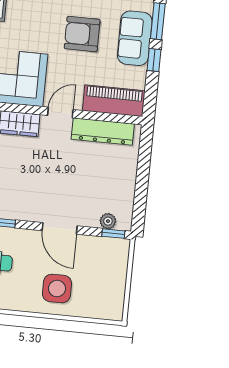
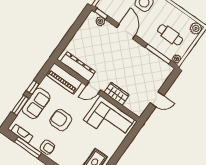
armchair: (82, 34) -> (61, 120), turned 180

